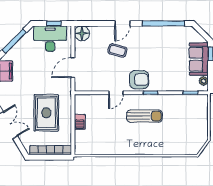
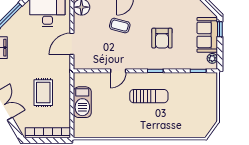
armchair: (139, 80) -> (162, 38), moved, turned 90
rug: (46, 113) -> (43, 93), width x0.73, depth x0.70
barbecue: (80, 122) -> (82, 102), width x1.88, depth x1.53

